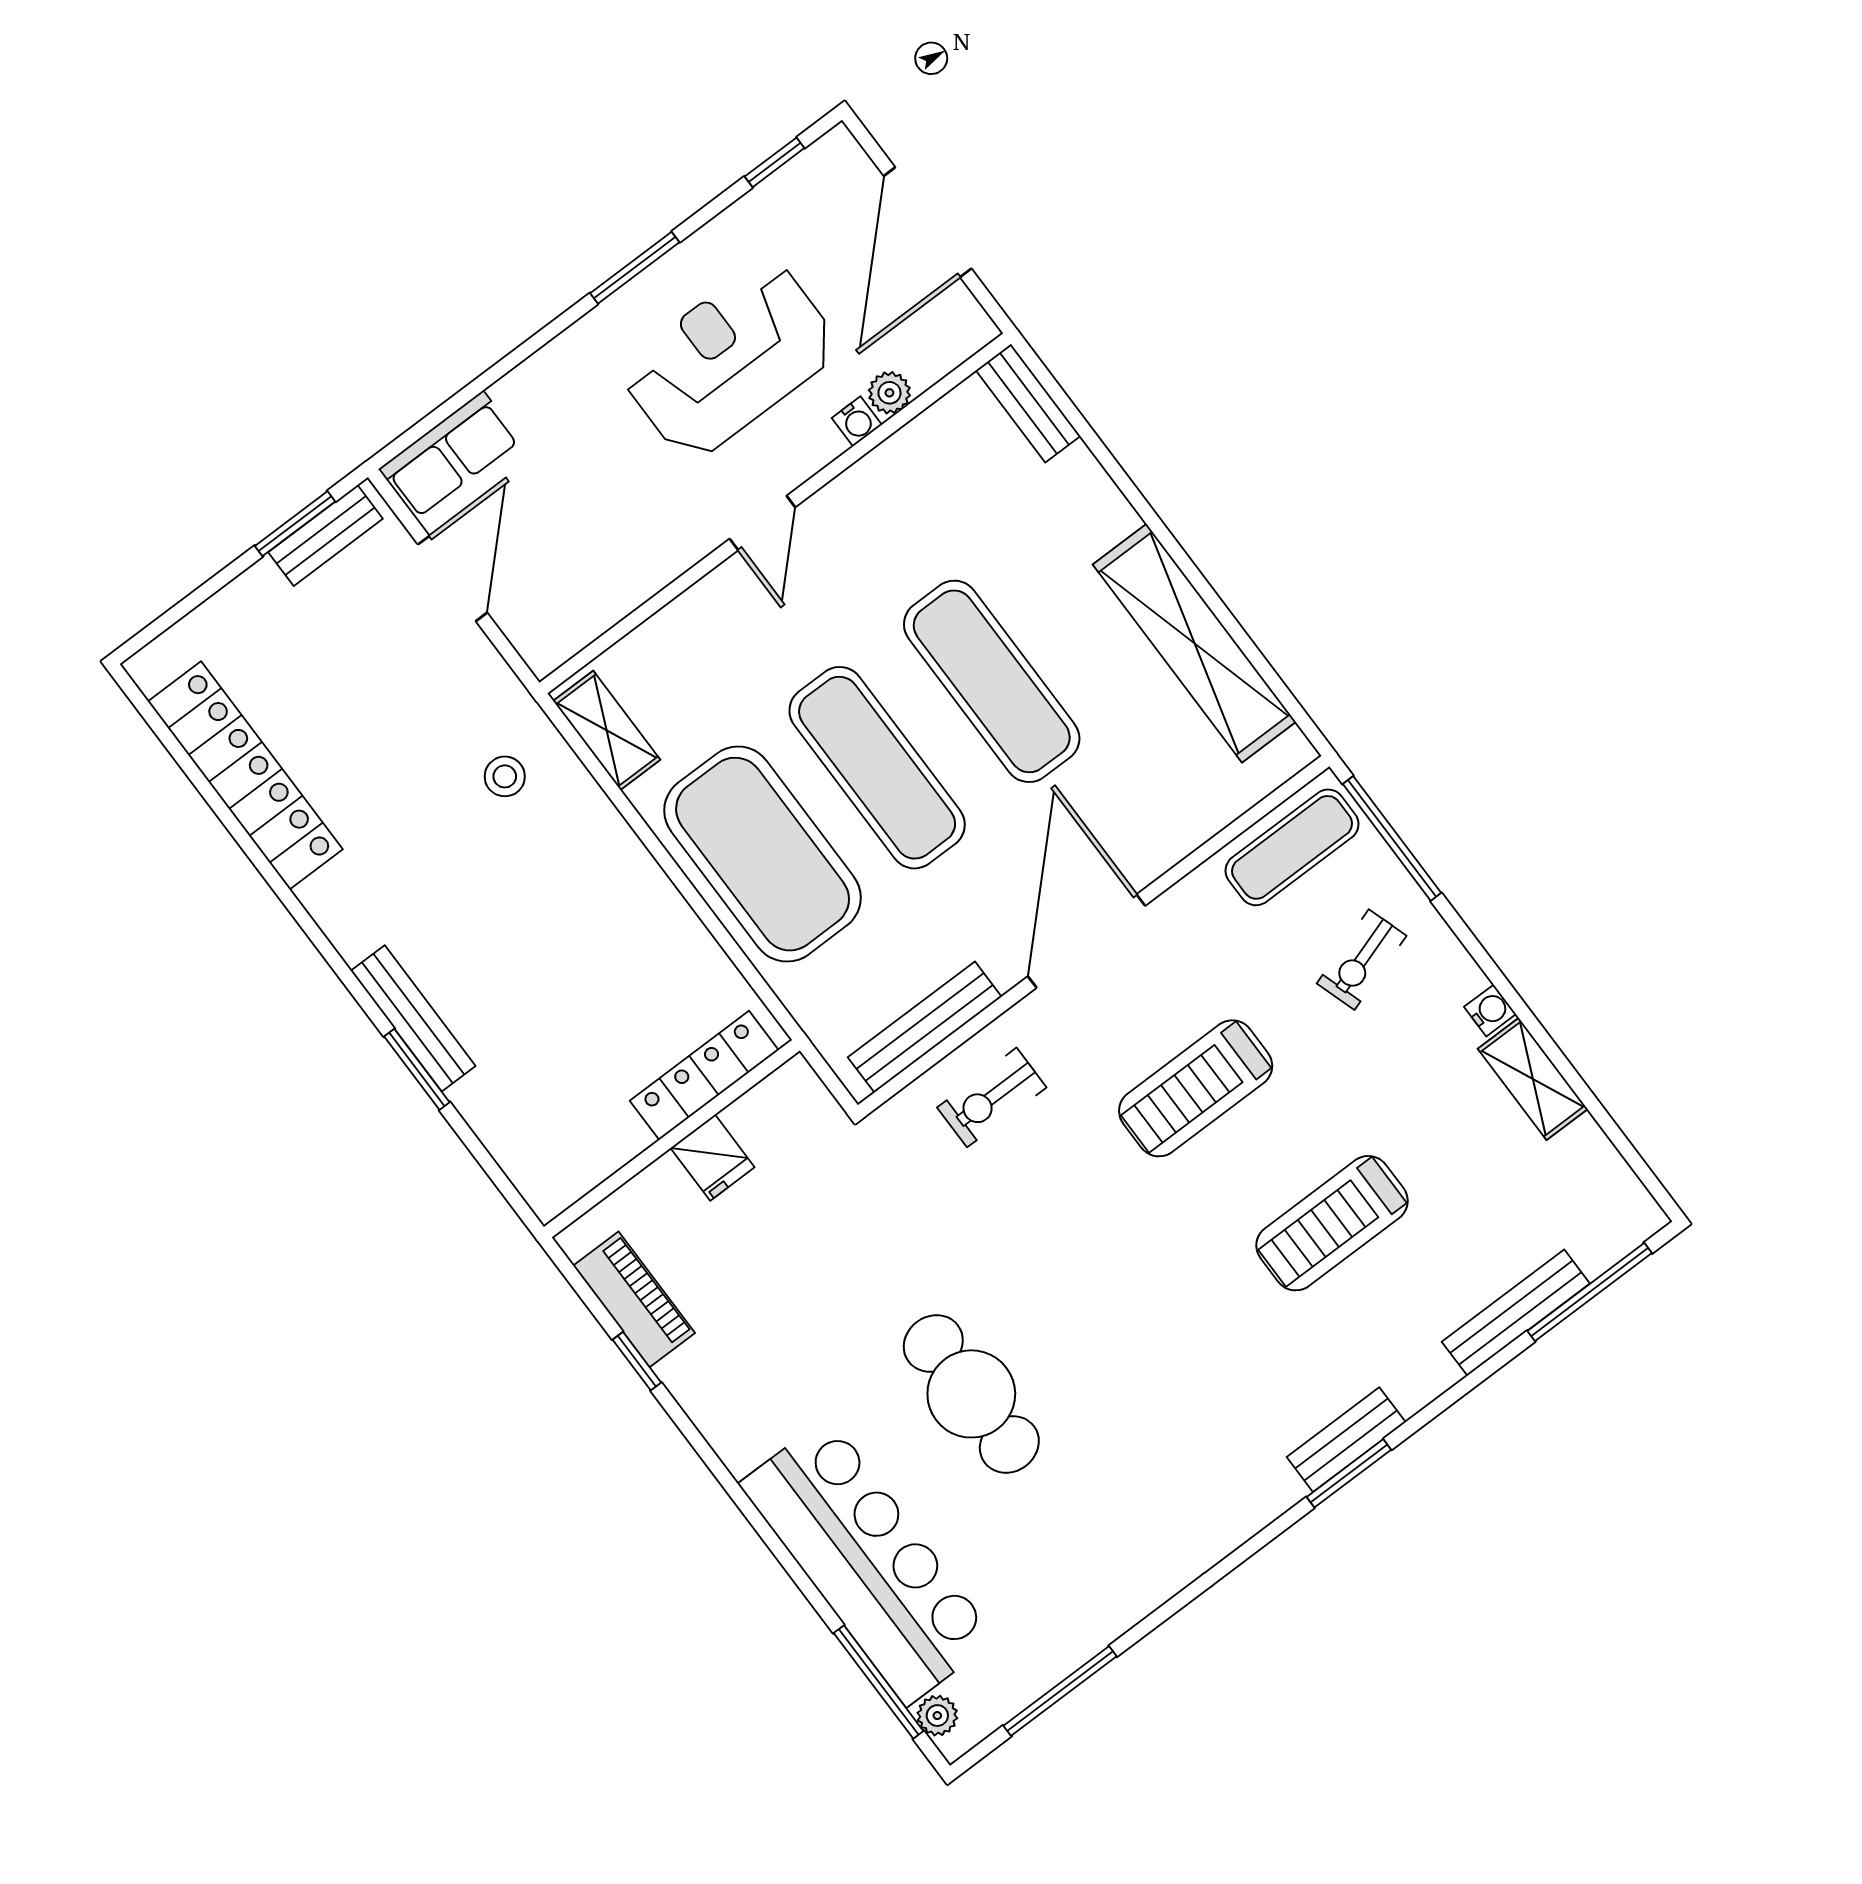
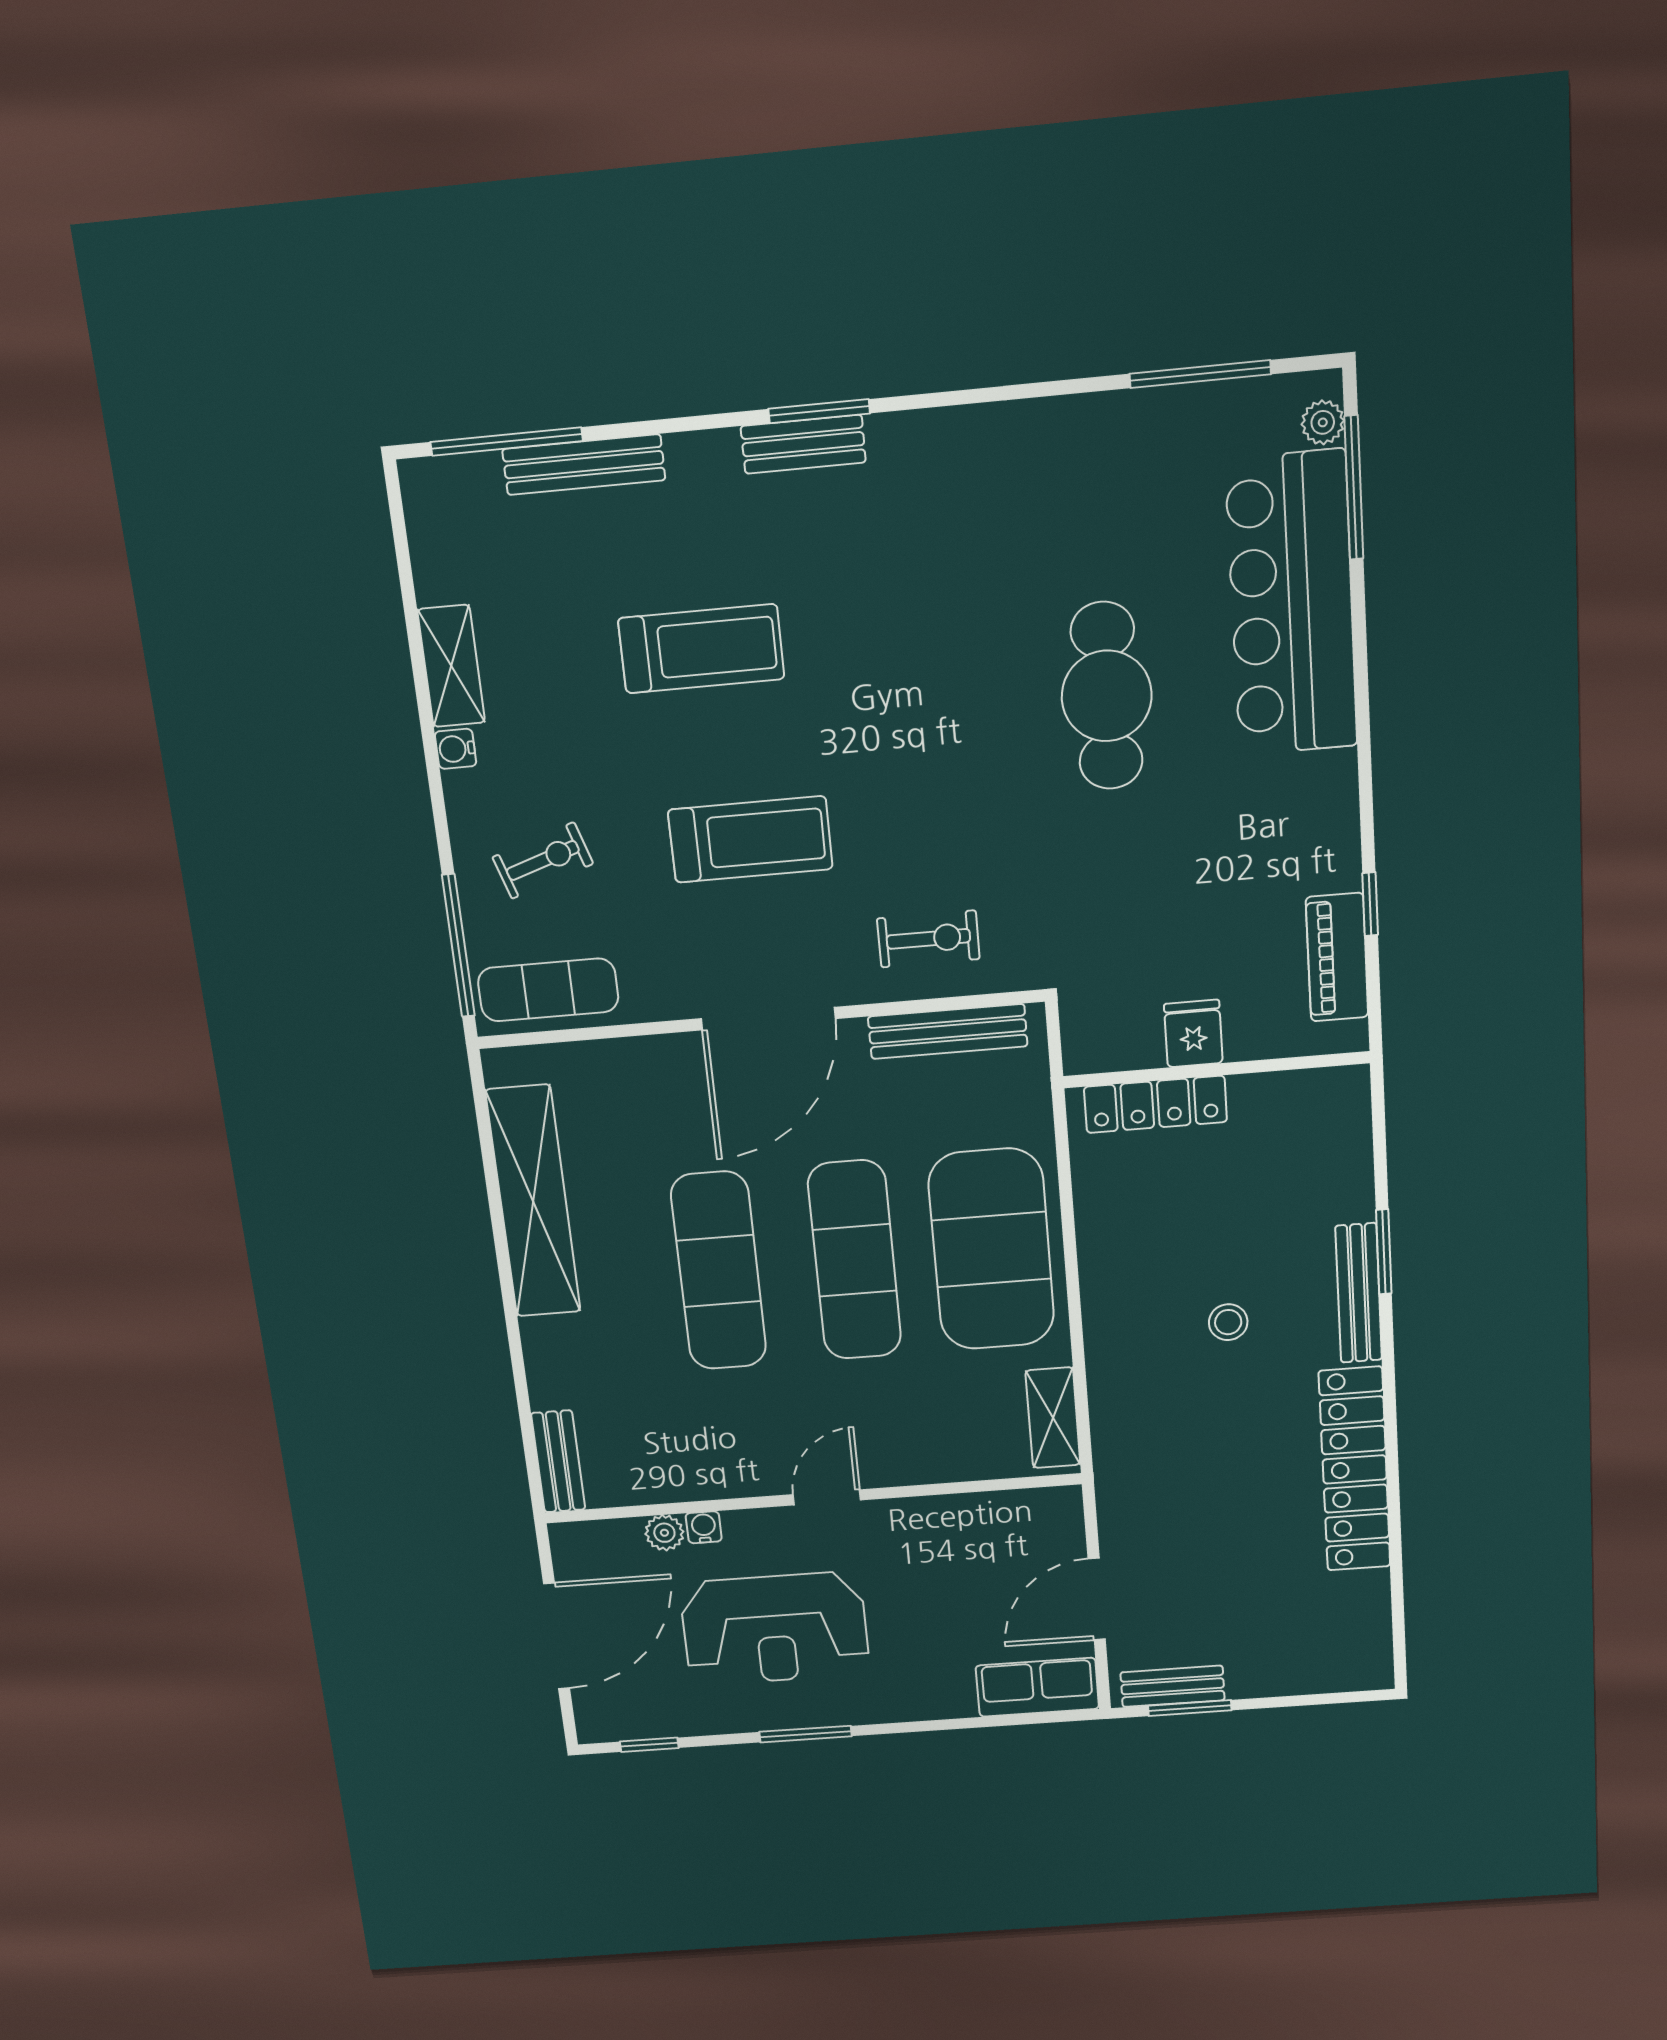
locker: (245, 775) -> (1355, 1469), moved
stool: (505, 776) -> (1228, 1322), moved

